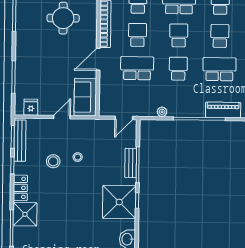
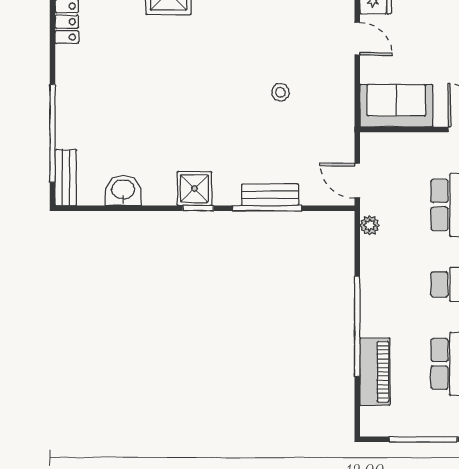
plant: (162, 112) -> (370, 225), moved
door: (62, 117) -> (357, 39), moved
stool: (53, 161) -> (272, 45), removed
shower: (119, 202) -> (195, 188), width x0.54, depth x0.54

